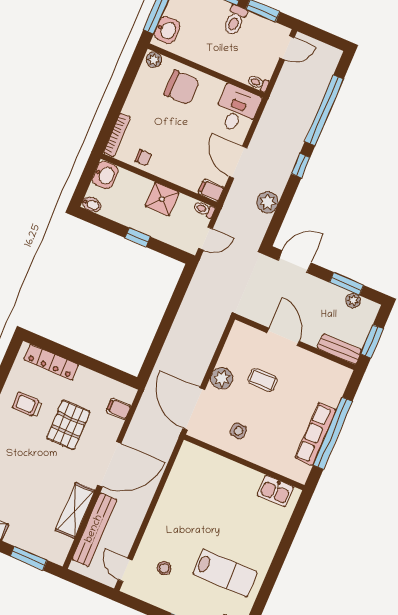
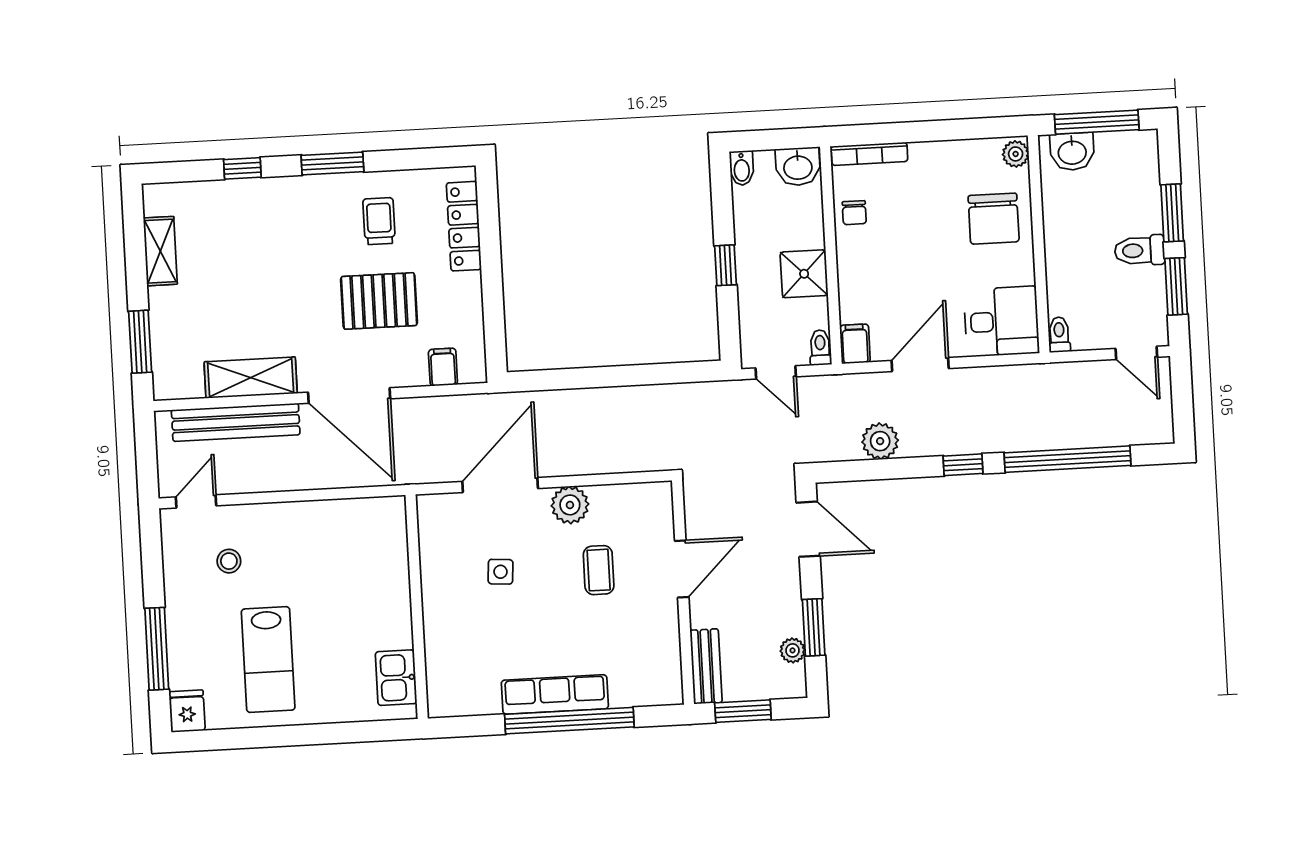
wall: (244, 462) -> (417, 607), moved
kitchen sink: (275, 491) -> (396, 678), moved

